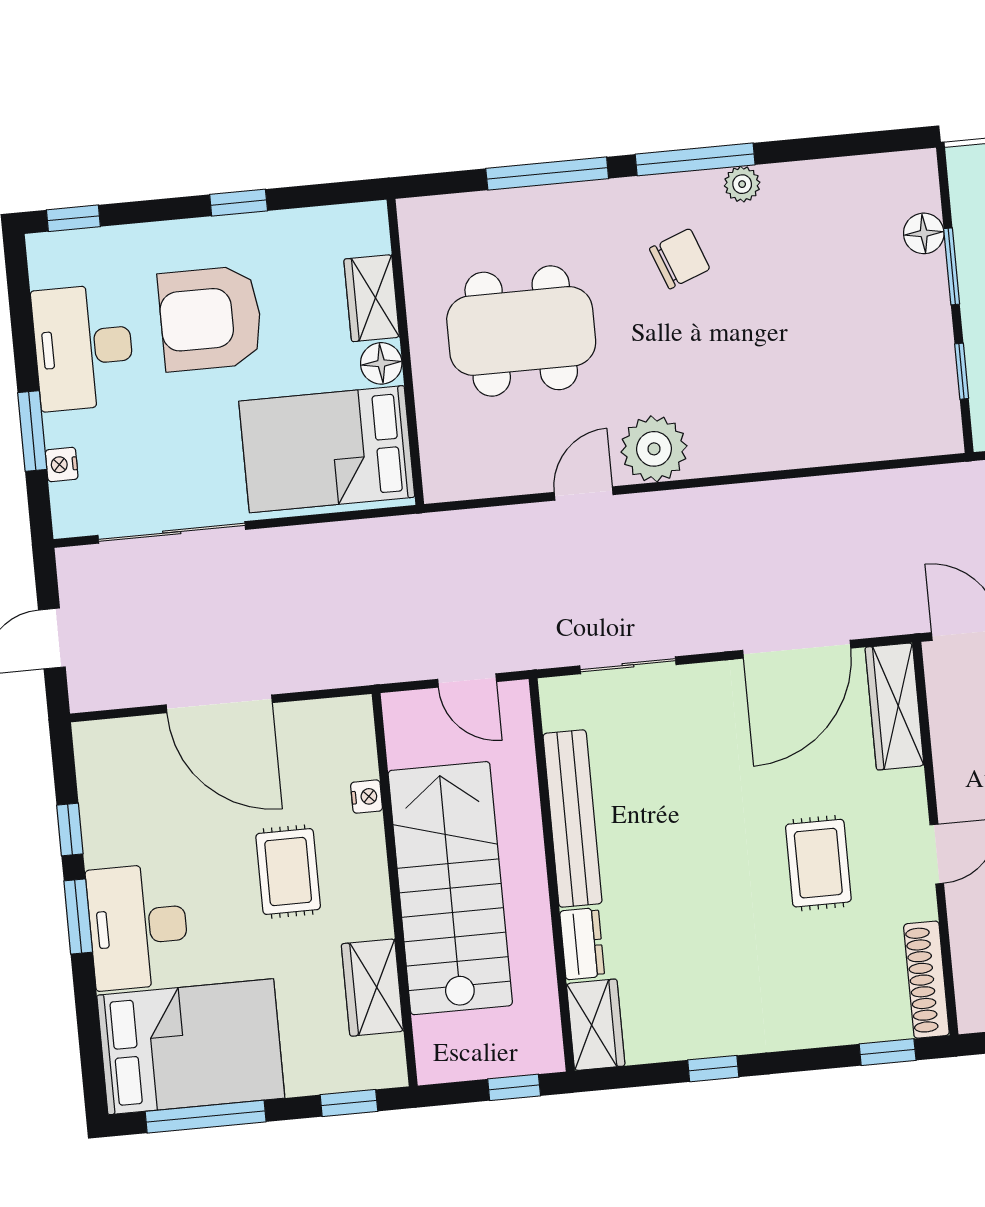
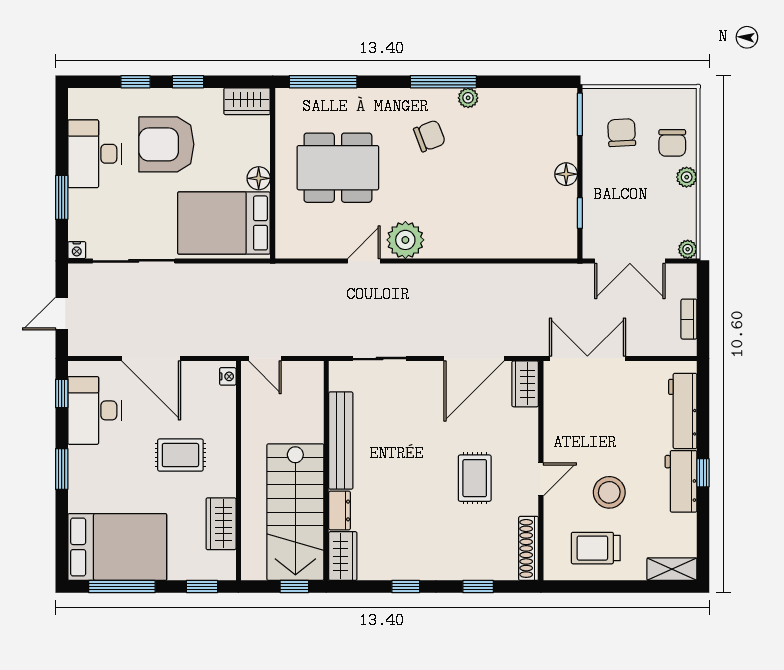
window: (547, 173) -> (323, 82), moved
window: (73, 218) -> (136, 82), moved
floor lamp: (924, 233) -> (566, 174), moved
window: (952, 266) -> (580, 114), moved
wardrobe: (372, 298) -> (247, 101), moved, turned -90
nightstand: (62, 464) -> (77, 250), moved, turned -90
door: (467, 680) -> (265, 359), moved
wardrobe: (894, 706) -> (525, 384), width x0.67
nightstand: (367, 797) -> (228, 376), moved
window: (70, 829) -> (62, 394), moved
rug: (288, 872) -> (180, 455), turned 90
stairs: (450, 888) -> (295, 512), moved, turned 180
desk: (138, 927) -> (94, 410), moved
window: (888, 1052) -> (478, 587), moved

